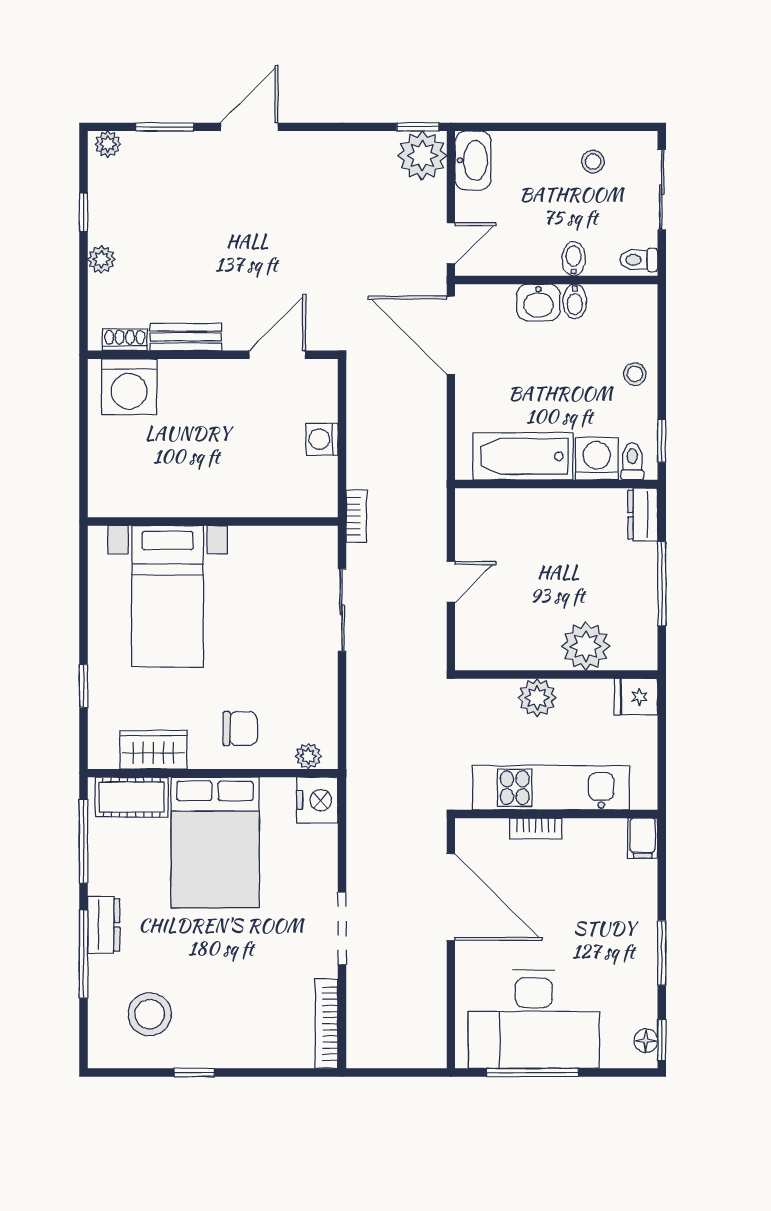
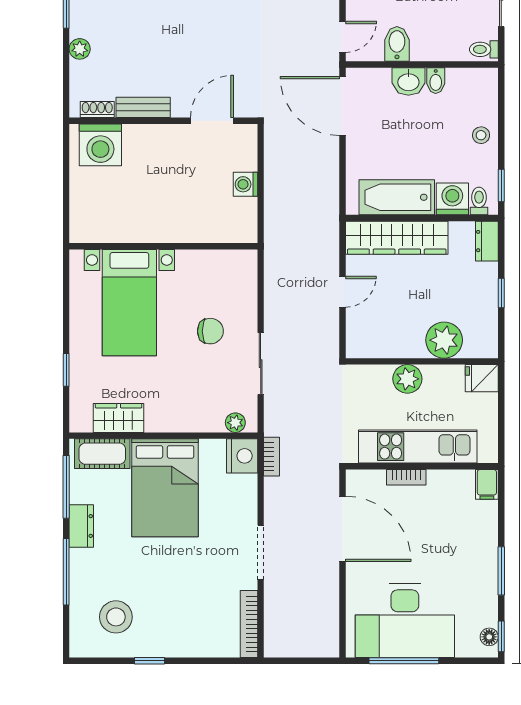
bidet: (574, 259) -> (397, 44), moved, width x1.38, depth x1.36
wardrobe: (523, 510) -> (397, 238), added
bookcase: (357, 516) -> (272, 457), moved
window: (662, 584) -> (501, 293), width x0.46
sliding door: (342, 610) -> (261, 364), moved
chair: (240, 728) -> (210, 331), moved
dresser: (104, 925) -> (81, 526), moved

